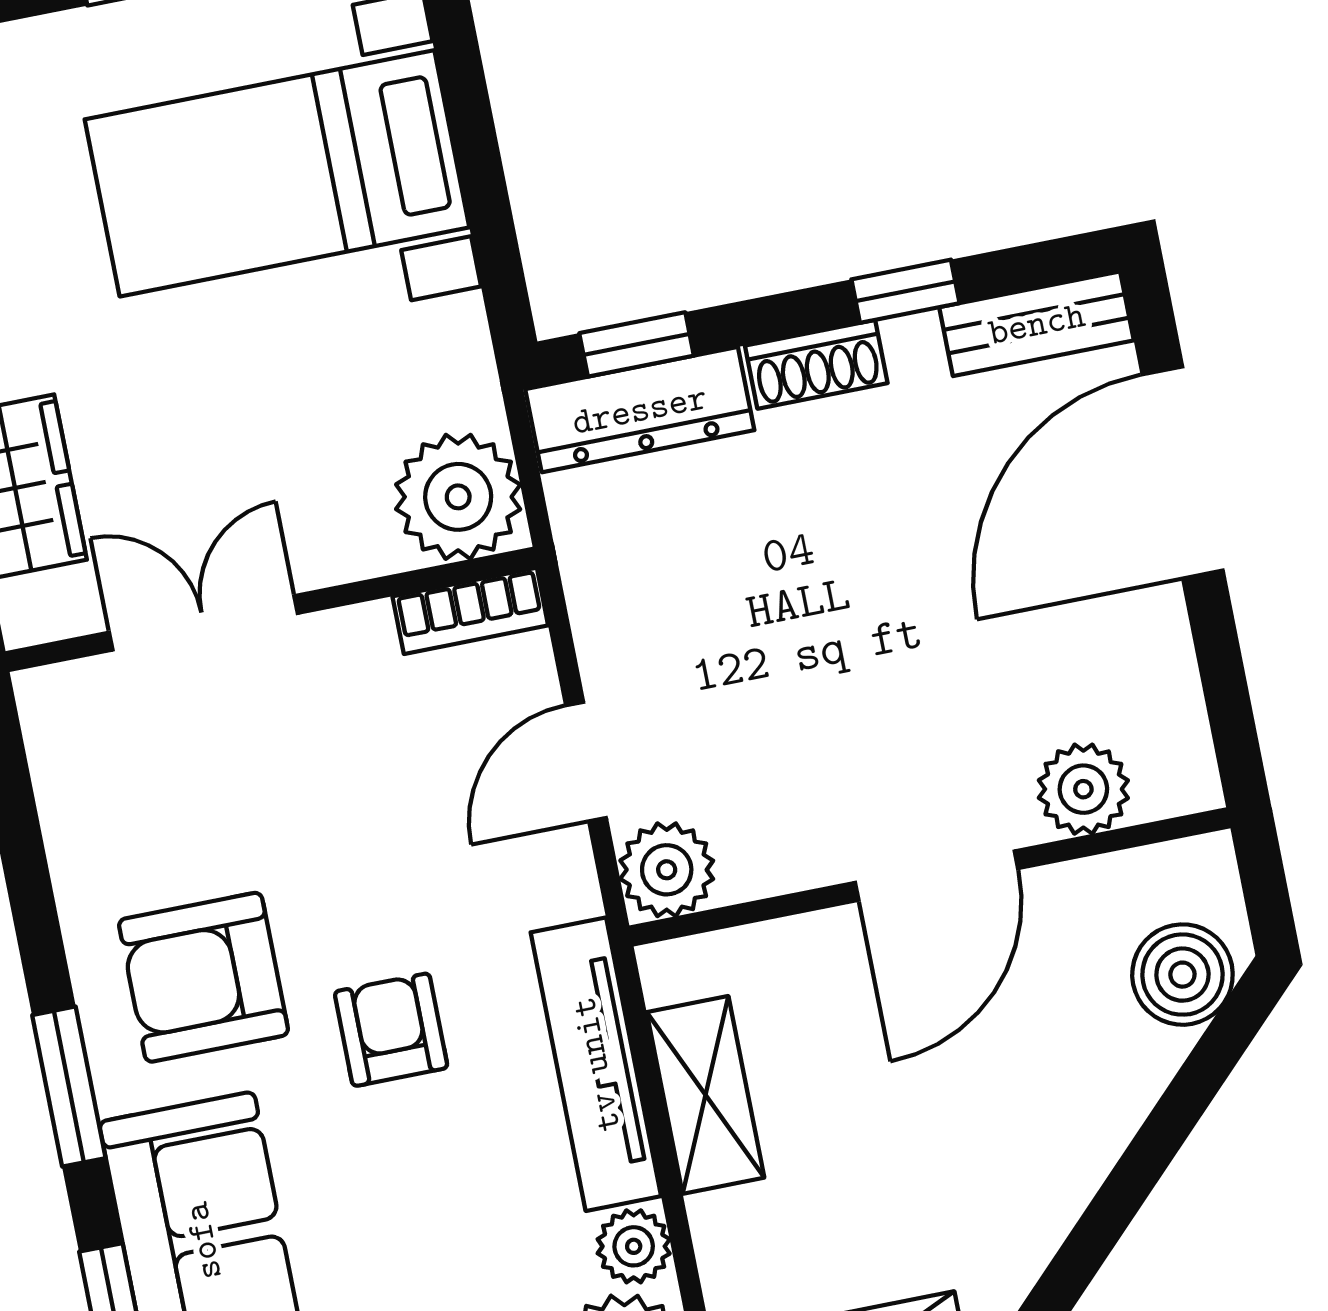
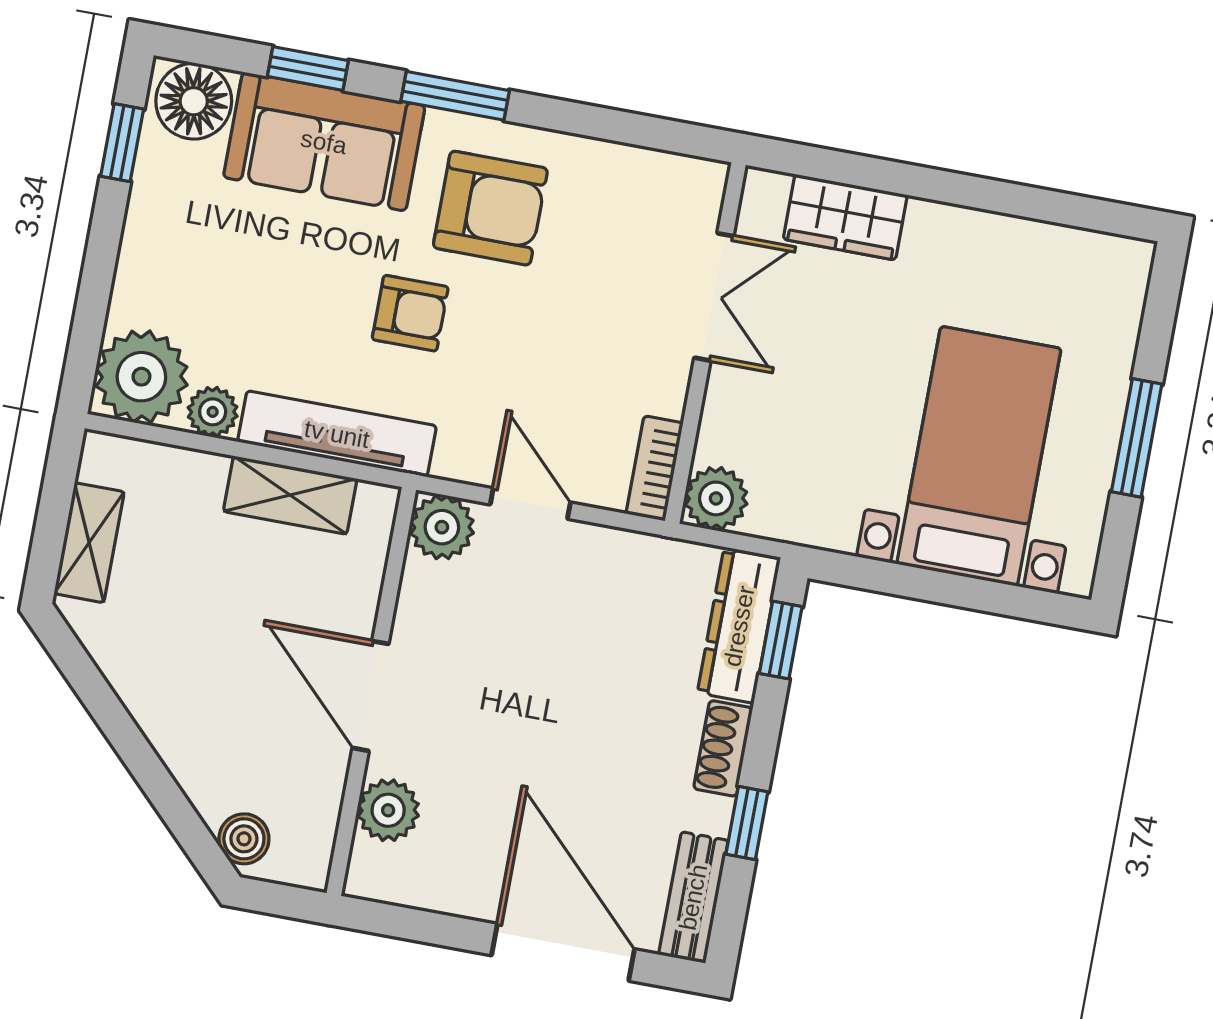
plant: (458, 497) -> (716, 498), width x0.73, depth x0.73
boiler: (1182, 975) -> (244, 839), width x0.73, depth x0.73
armchair: (204, 977) -> (490, 208), turned 90

